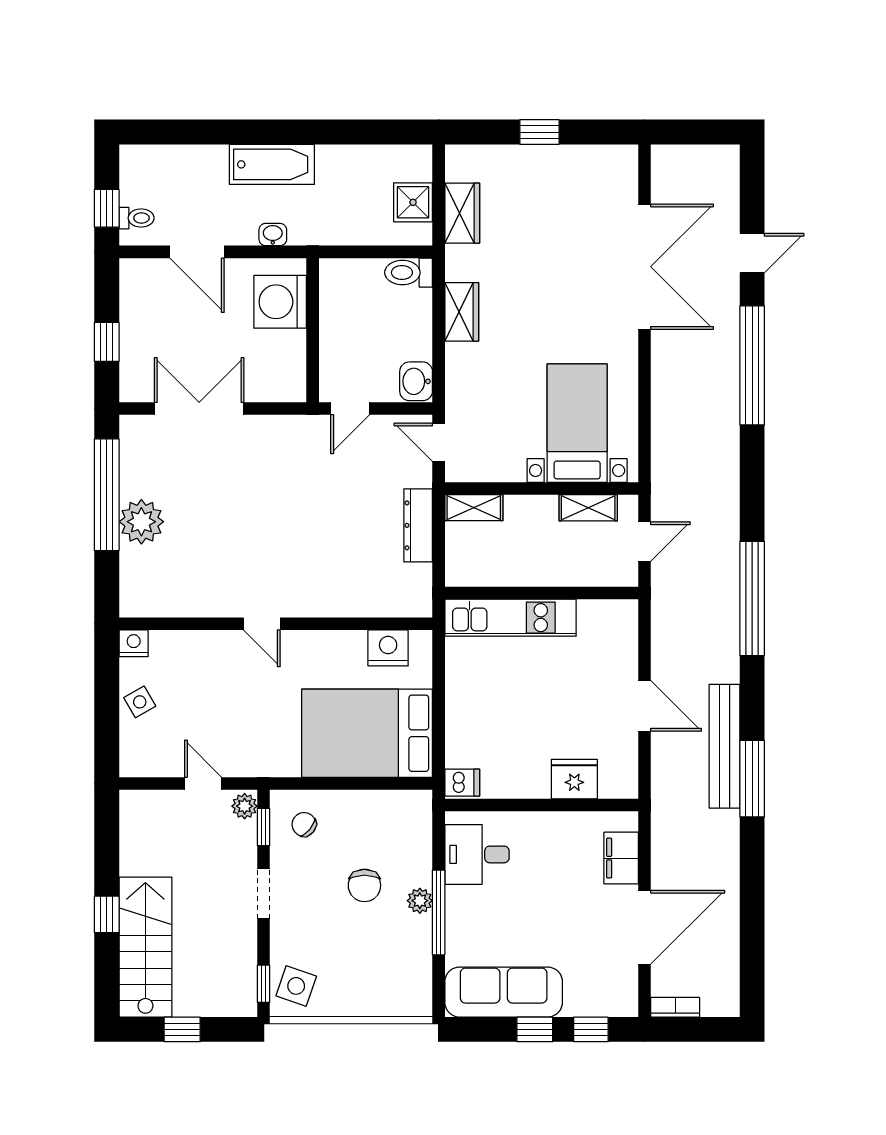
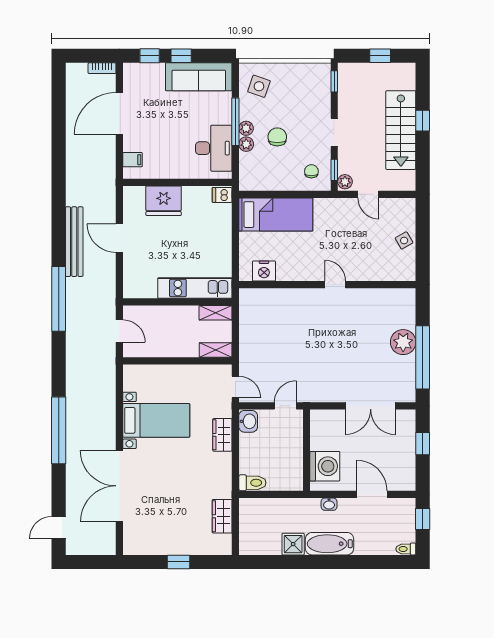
shower: (413, 202) -> (293, 544), moved
toilet: (137, 218) -> (406, 549), moved
door: (752, 253) -> (59, 528), moved
wardrobe: (462, 312) -> (222, 435), moved
bed with nightstands: (577, 423) -> (156, 420), moved, turned -90
shelving: (588, 508) -> (216, 313), moved
dresser: (418, 525) -> (247, 340), removed
door: (645, 542) -> (119, 331), swing flipped
nightstand: (134, 643) -> (408, 274), removed
bed: (367, 733) -> (276, 215), width x0.67
bench: (724, 746) -> (74, 242), moved
fridge: (574, 779) -> (164, 201), width x1.36, depth x1.34
window: (752, 779) -> (59, 197), removed
chair: (304, 824) -> (311, 171), turned -129
desk: (477, 854) -> (214, 148), width x1.37
filing cabinet: (621, 858) -> (132, 160), width x0.50
plant: (420, 873) -> (246, 144), added
stairs: (145, 947) -> (401, 130), moved
side table: (296, 986) -> (259, 86), moved

